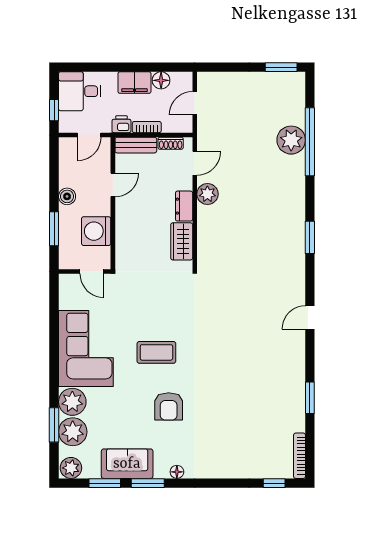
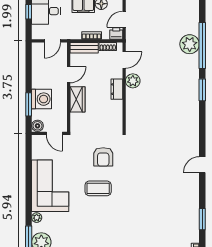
window: (54, 110) -> (29, 12), moved
printer: (121, 124) -> (116, 33), moved
boiler: (67, 196) -> (37, 126), moved
washing machine: (96, 231) -> (42, 99), moved, turned 180
window: (310, 237) -> (202, 90), moved
wardrobe: (182, 241) -> (77, 99), moved, turned 180
plant: (72, 402) -> (37, 218), width x0.53, depth x0.53
armchair: (169, 406) -> (103, 157), moved

